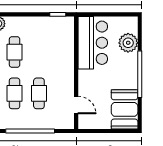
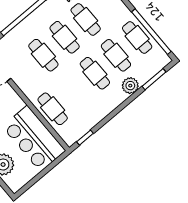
cafe table: (63, 52) -> (53, 109), added

